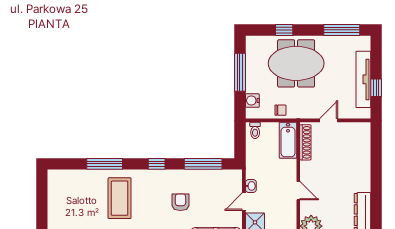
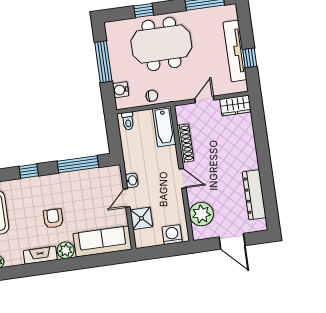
wardrobe: (357, 130) -> (235, 106), added
shoe rack: (305, 142) -> (185, 143), moved
armchair: (180, 202) -> (53, 218), moved

